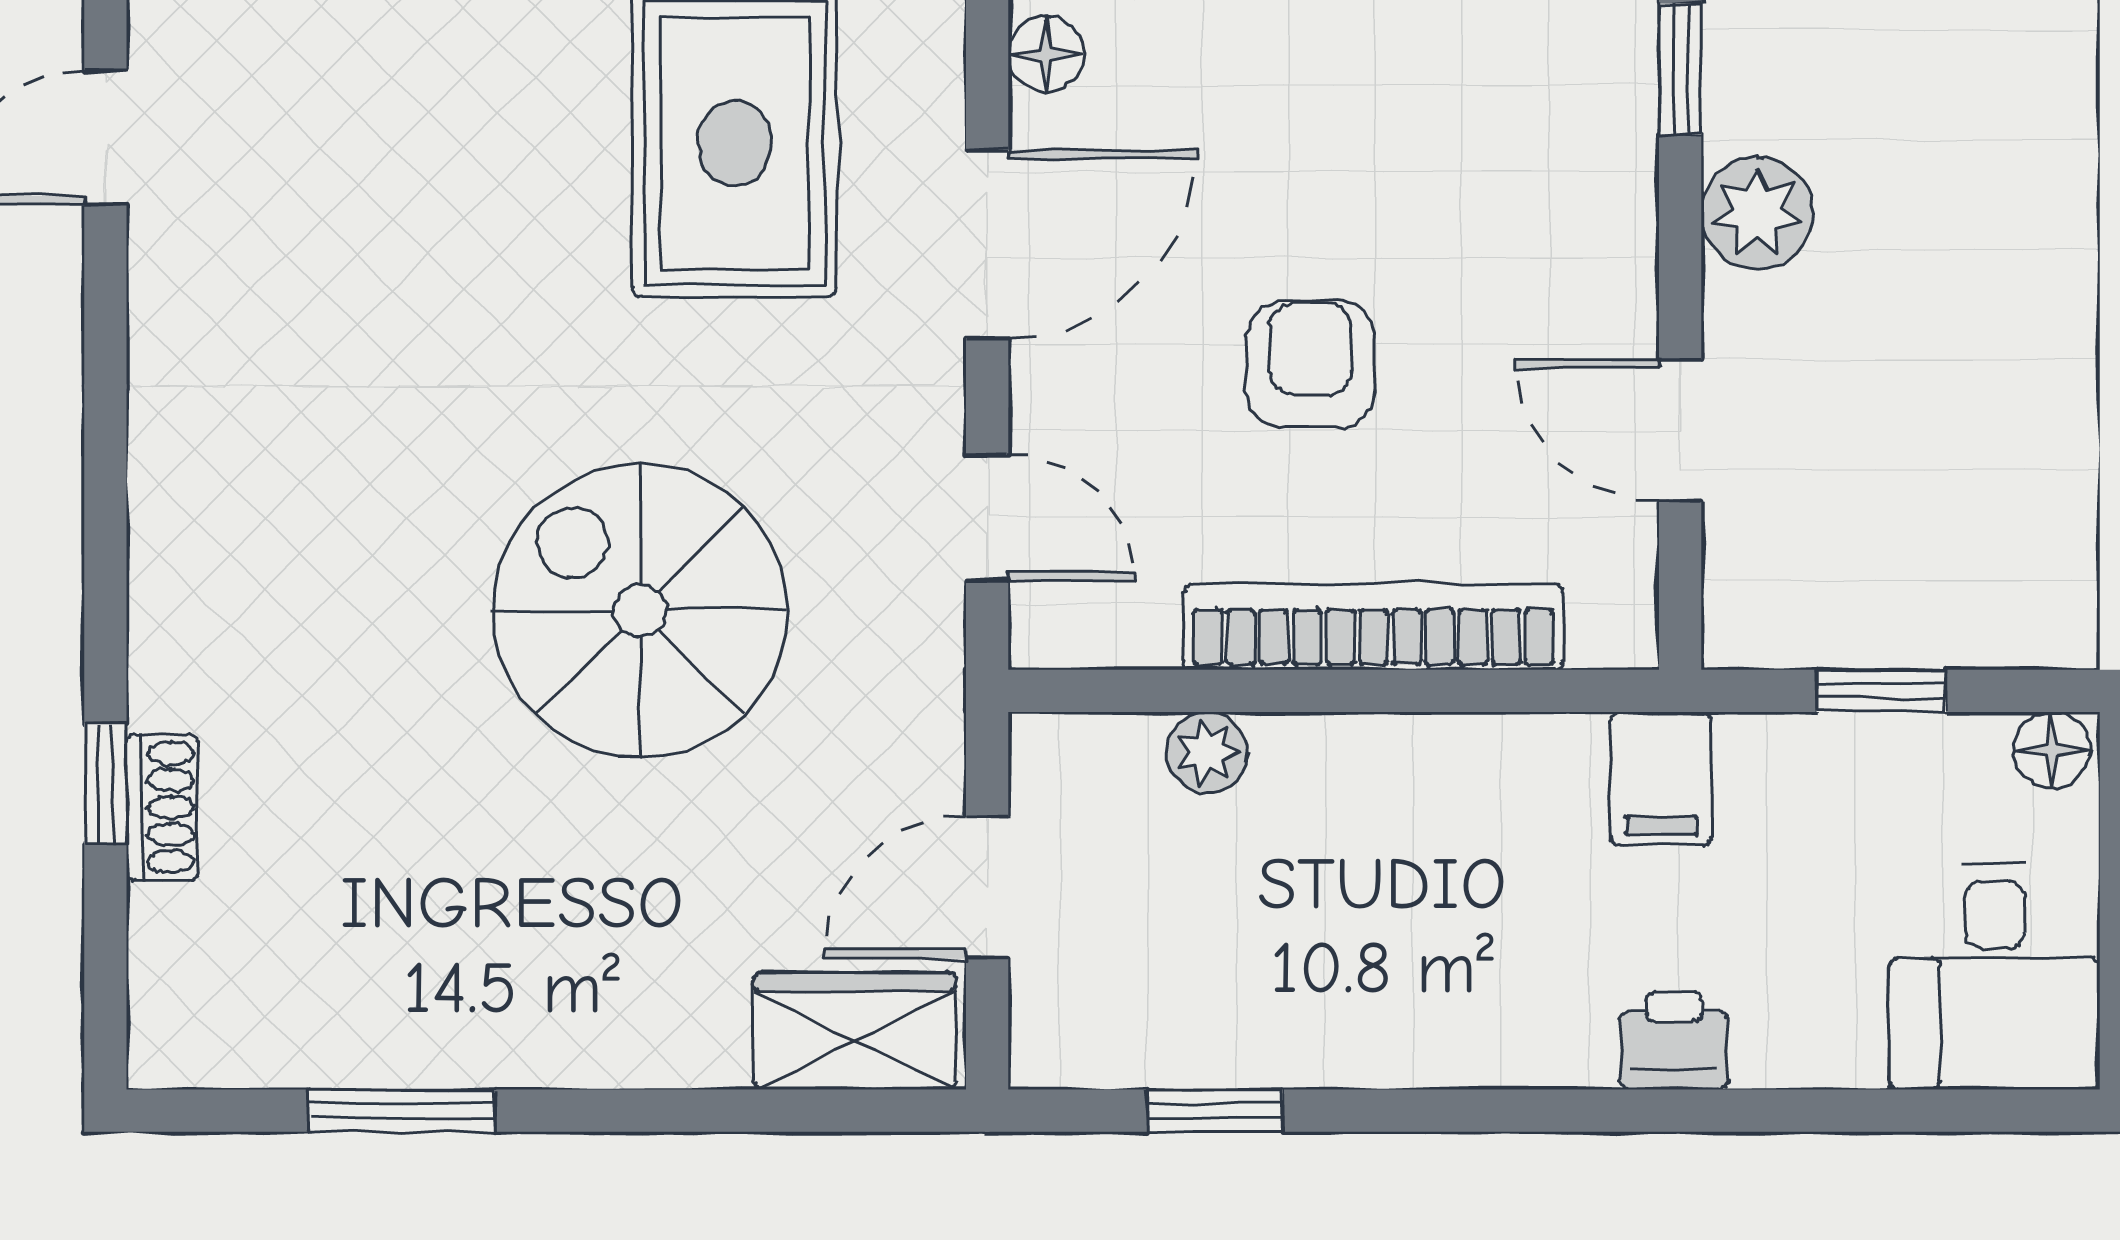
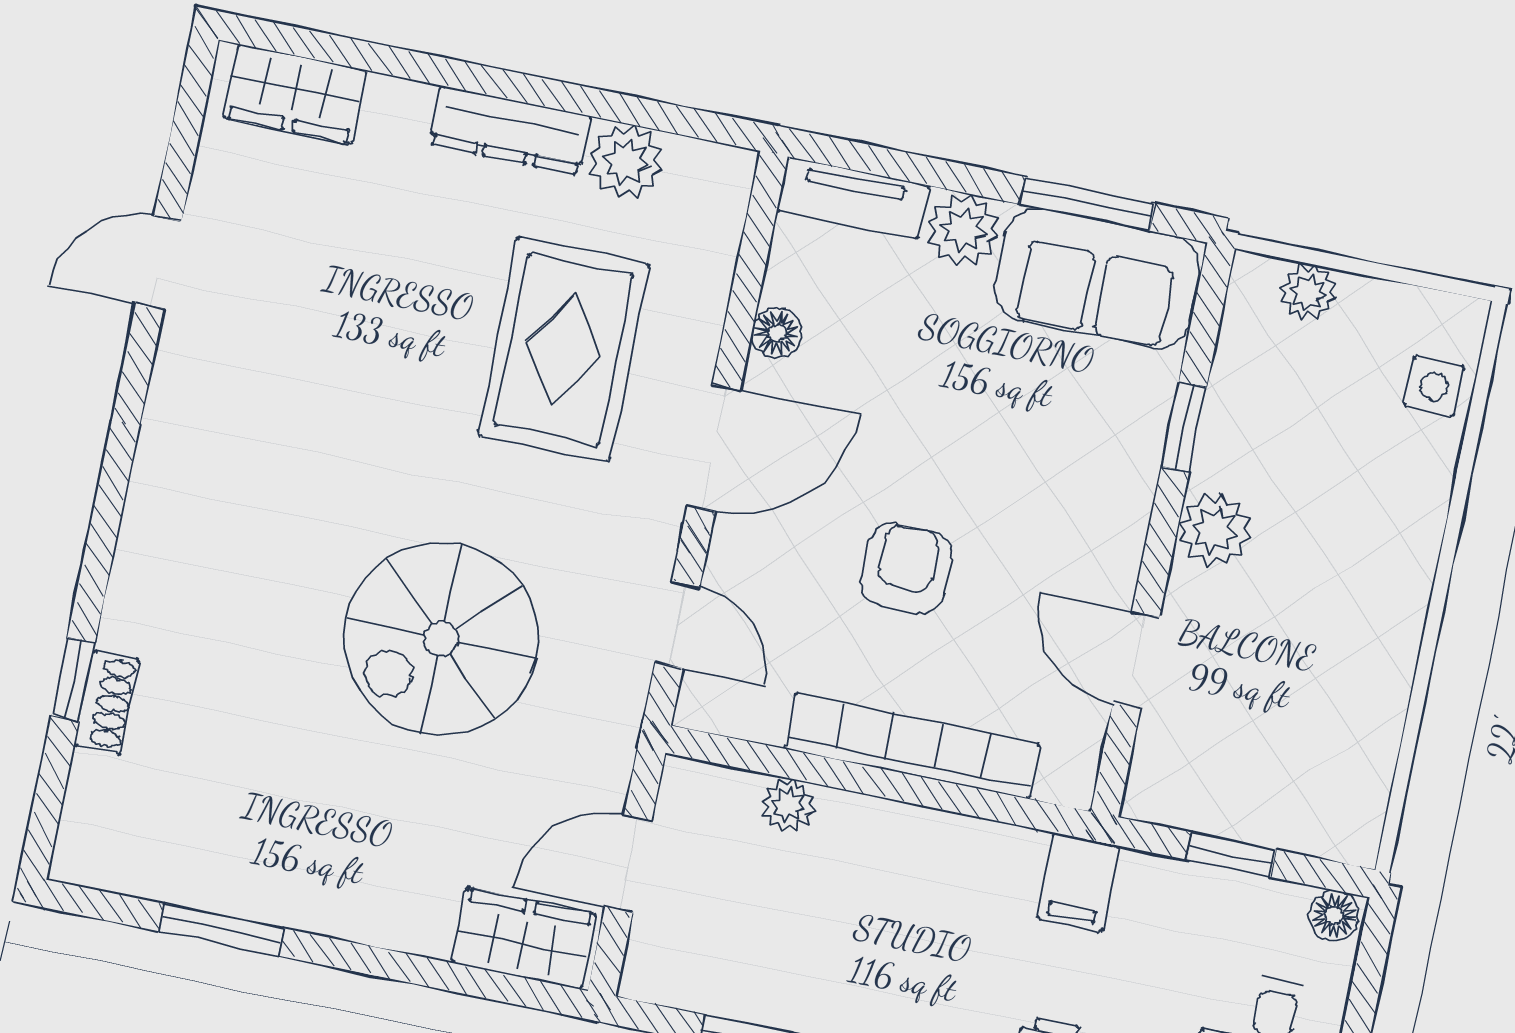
spiral stairs: (640, 611) -> (441, 639), turned -90

